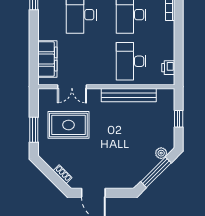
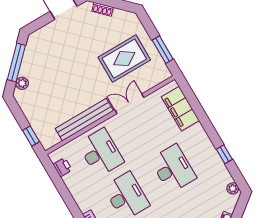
double door: (72, 87) -> (129, 104), moved
window: (179, 119) -> (31, 136), moved
window: (34, 130) -> (163, 50), moved

